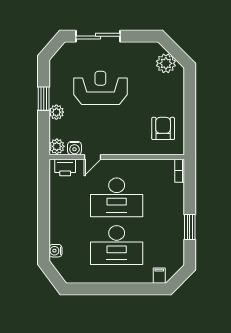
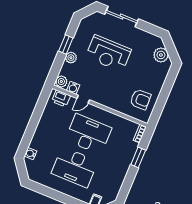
reception desk: (100, 88) -> (108, 53), turned 180
armchair: (163, 128) -> (140, 99), turned 88
desk: (117, 197) -> (88, 134), turned 180
window: (190, 227) -> (138, 157), moved

